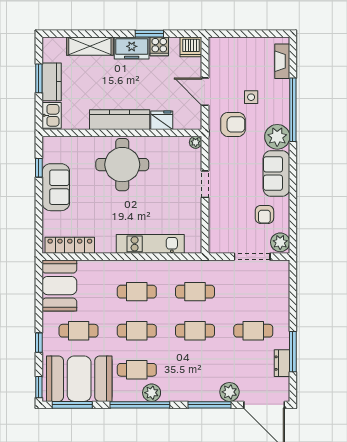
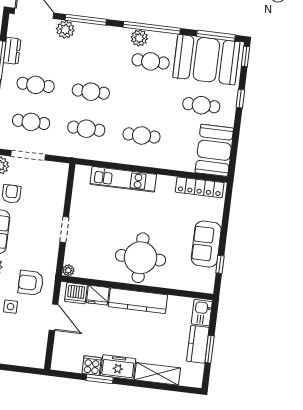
dishwasher: (191, 47) -> (76, 293), moved, turned 180
cafe table: (137, 331) -> (31, 122), moved

